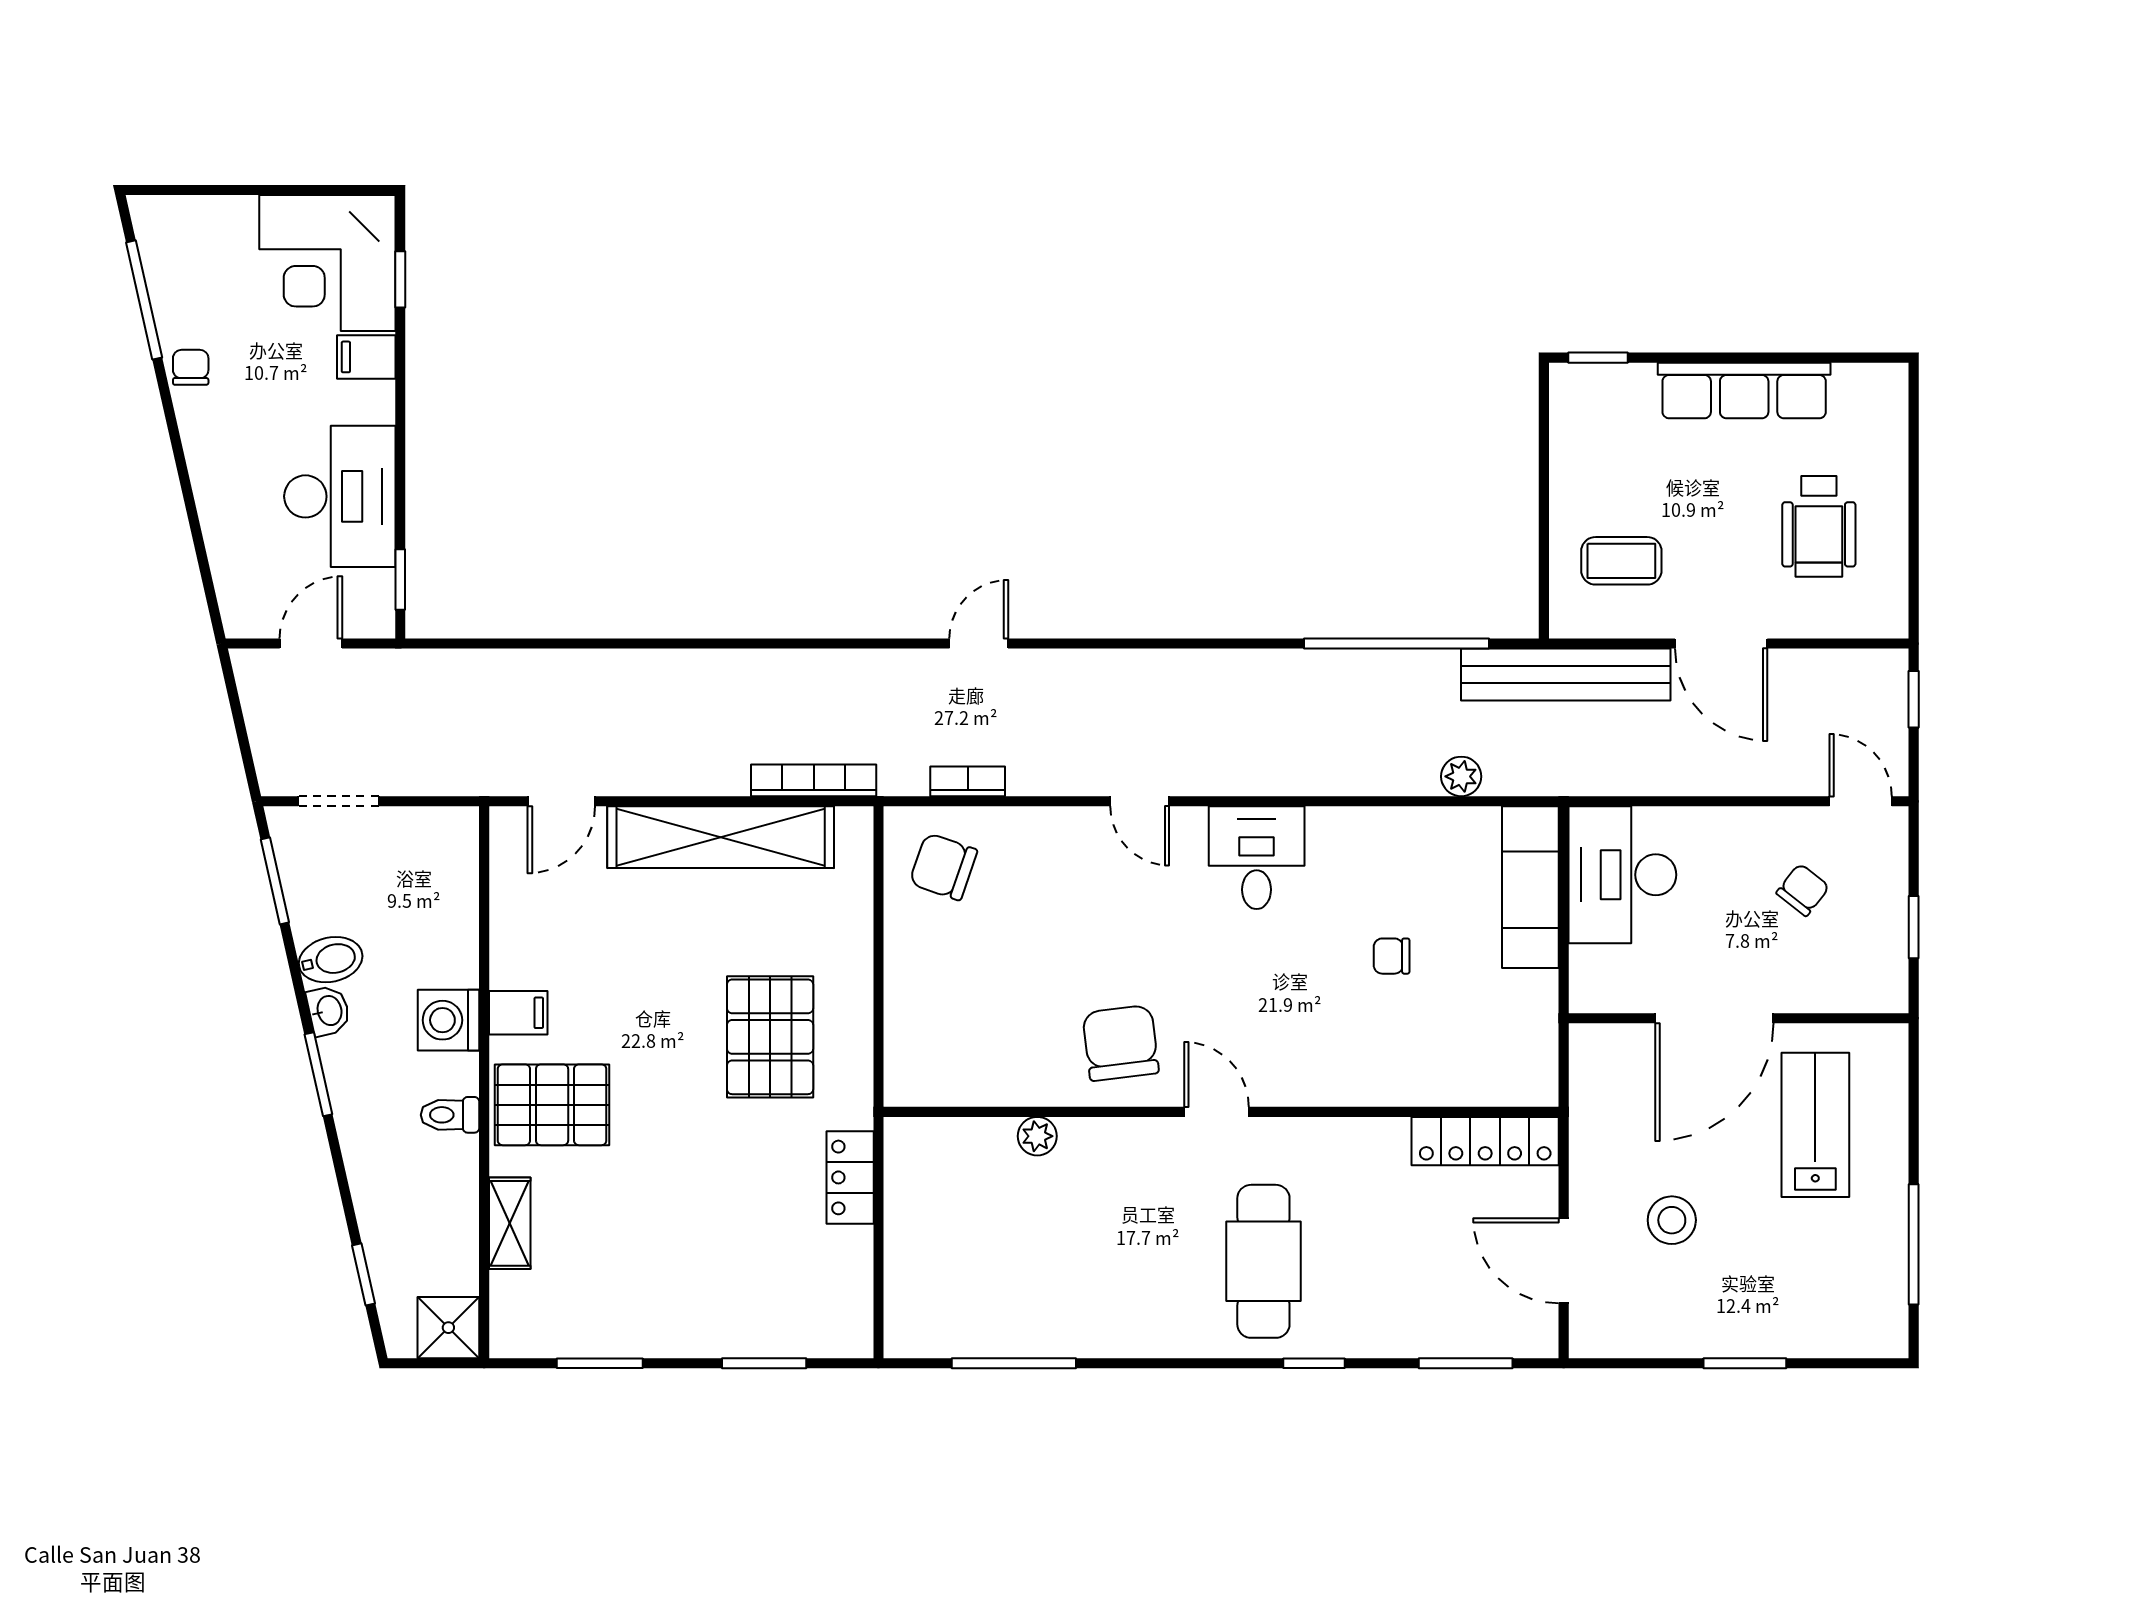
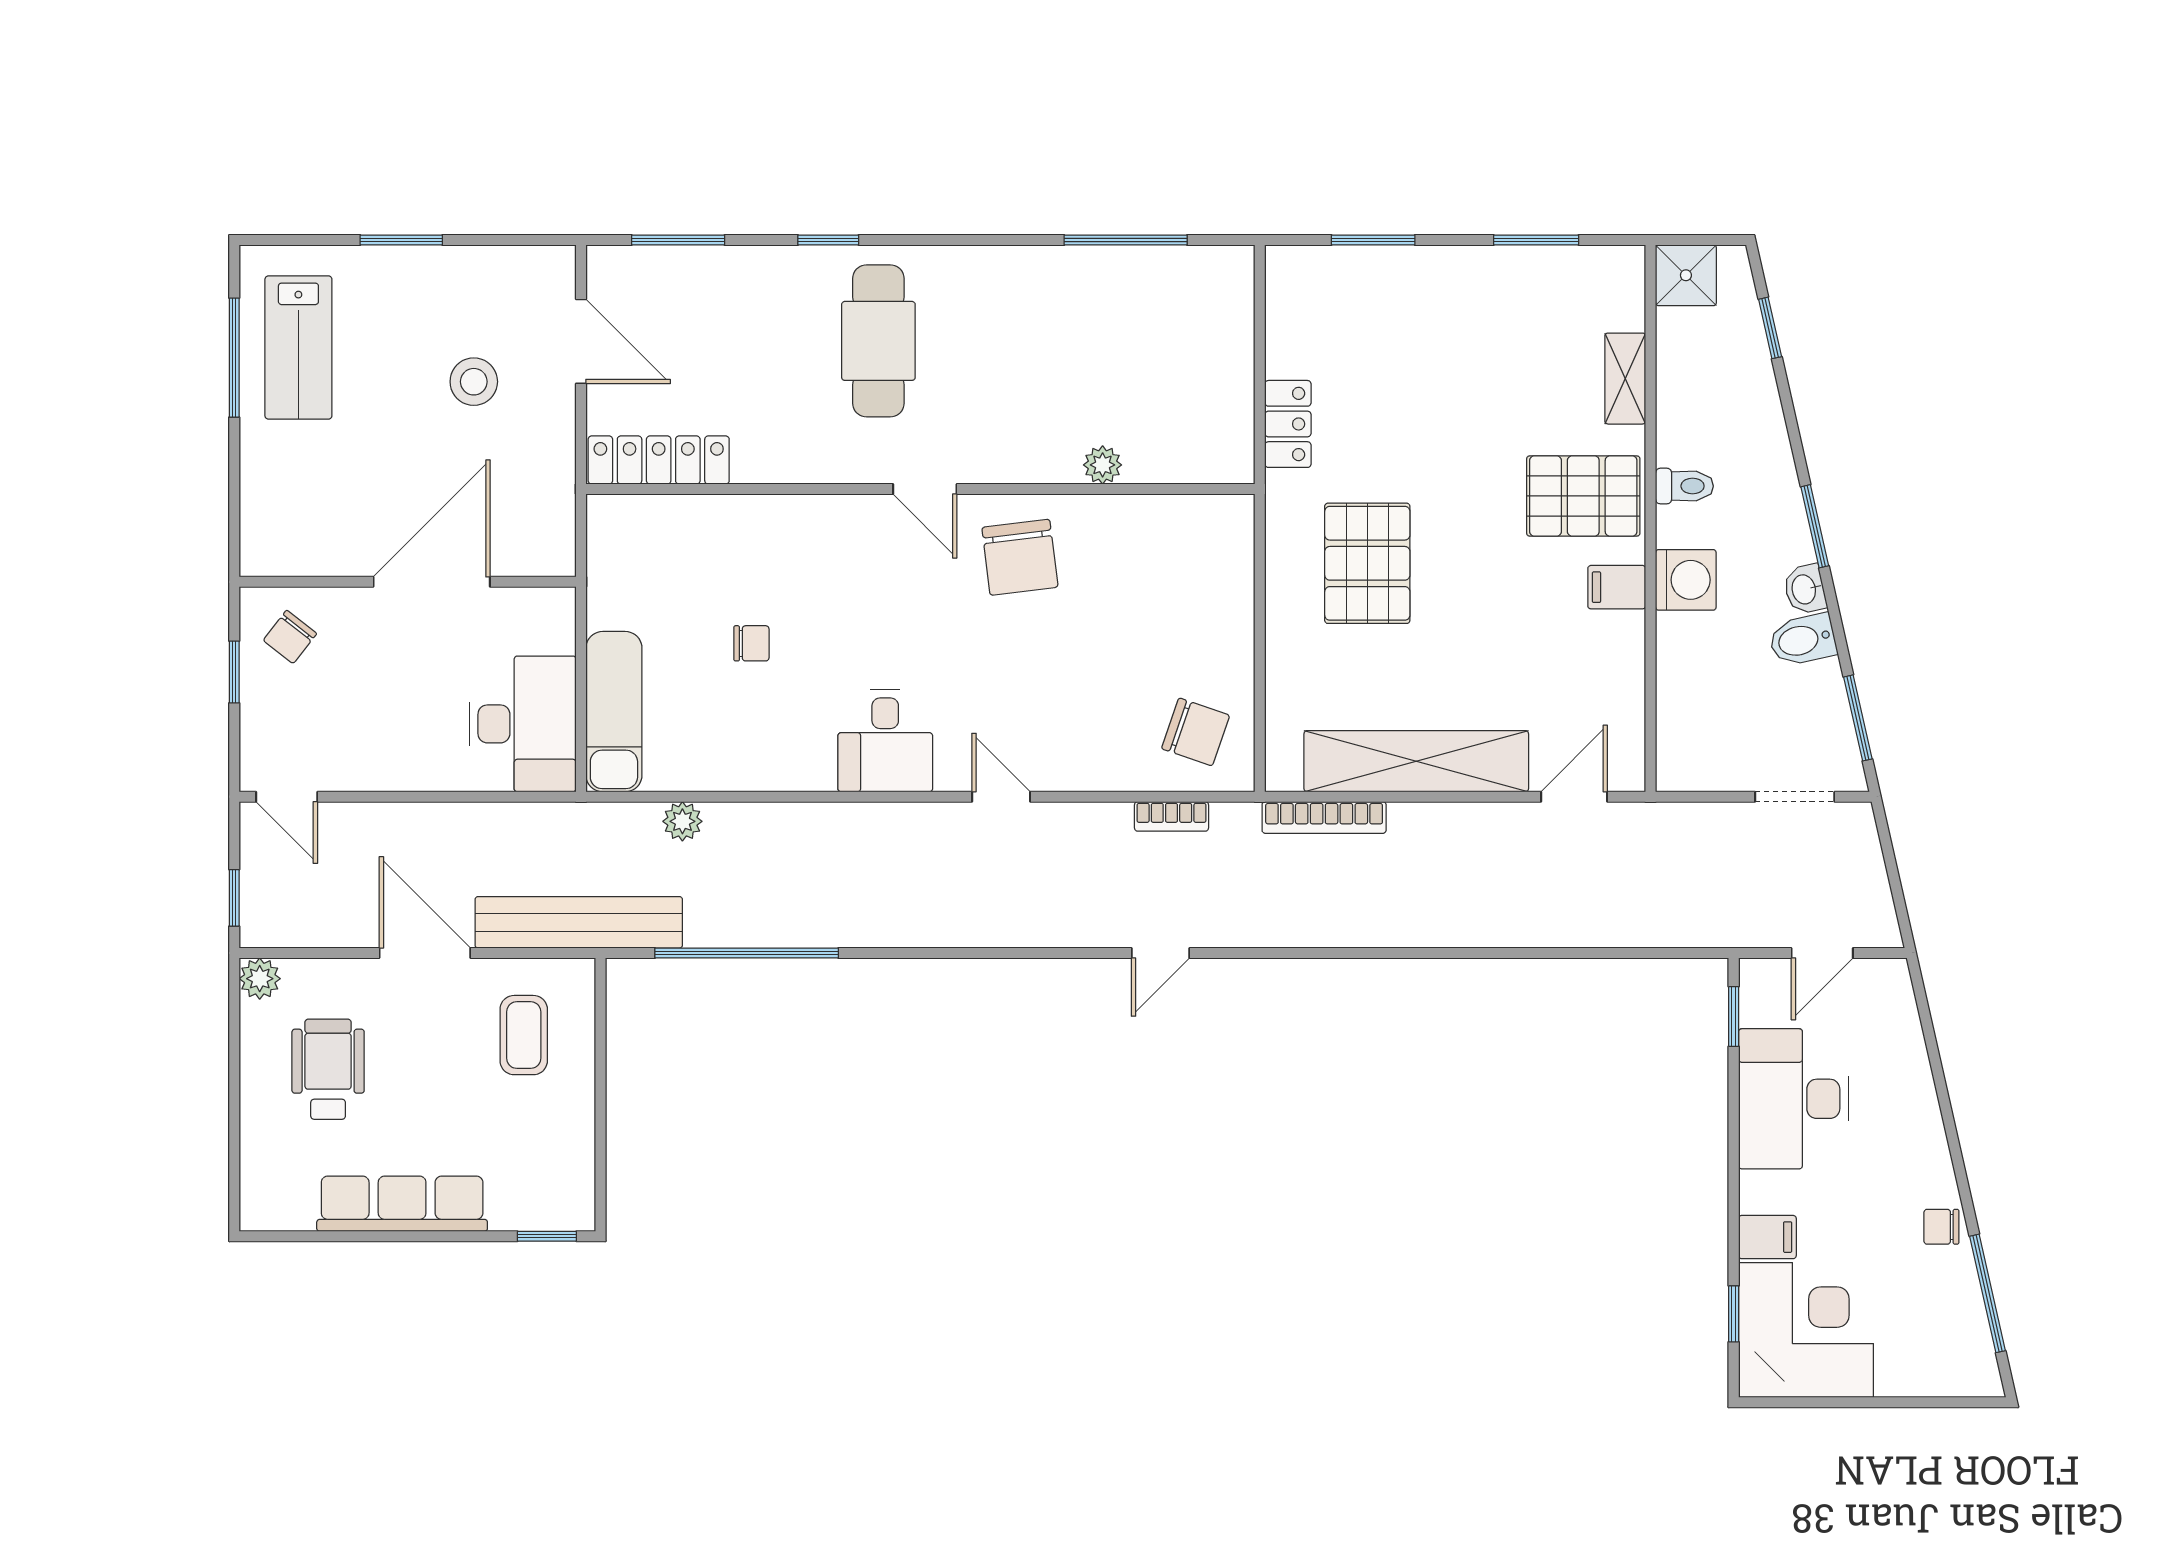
chair: (191, 367) -> (1941, 1227), turned 90
coffee table: (1621, 561) -> (524, 1035), turned 90
plant: (1888, 618) -> (260, 979), added
chair: (1803, 890) -> (290, 637), moved
lab bench: (1815, 1125) -> (298, 348), moved

